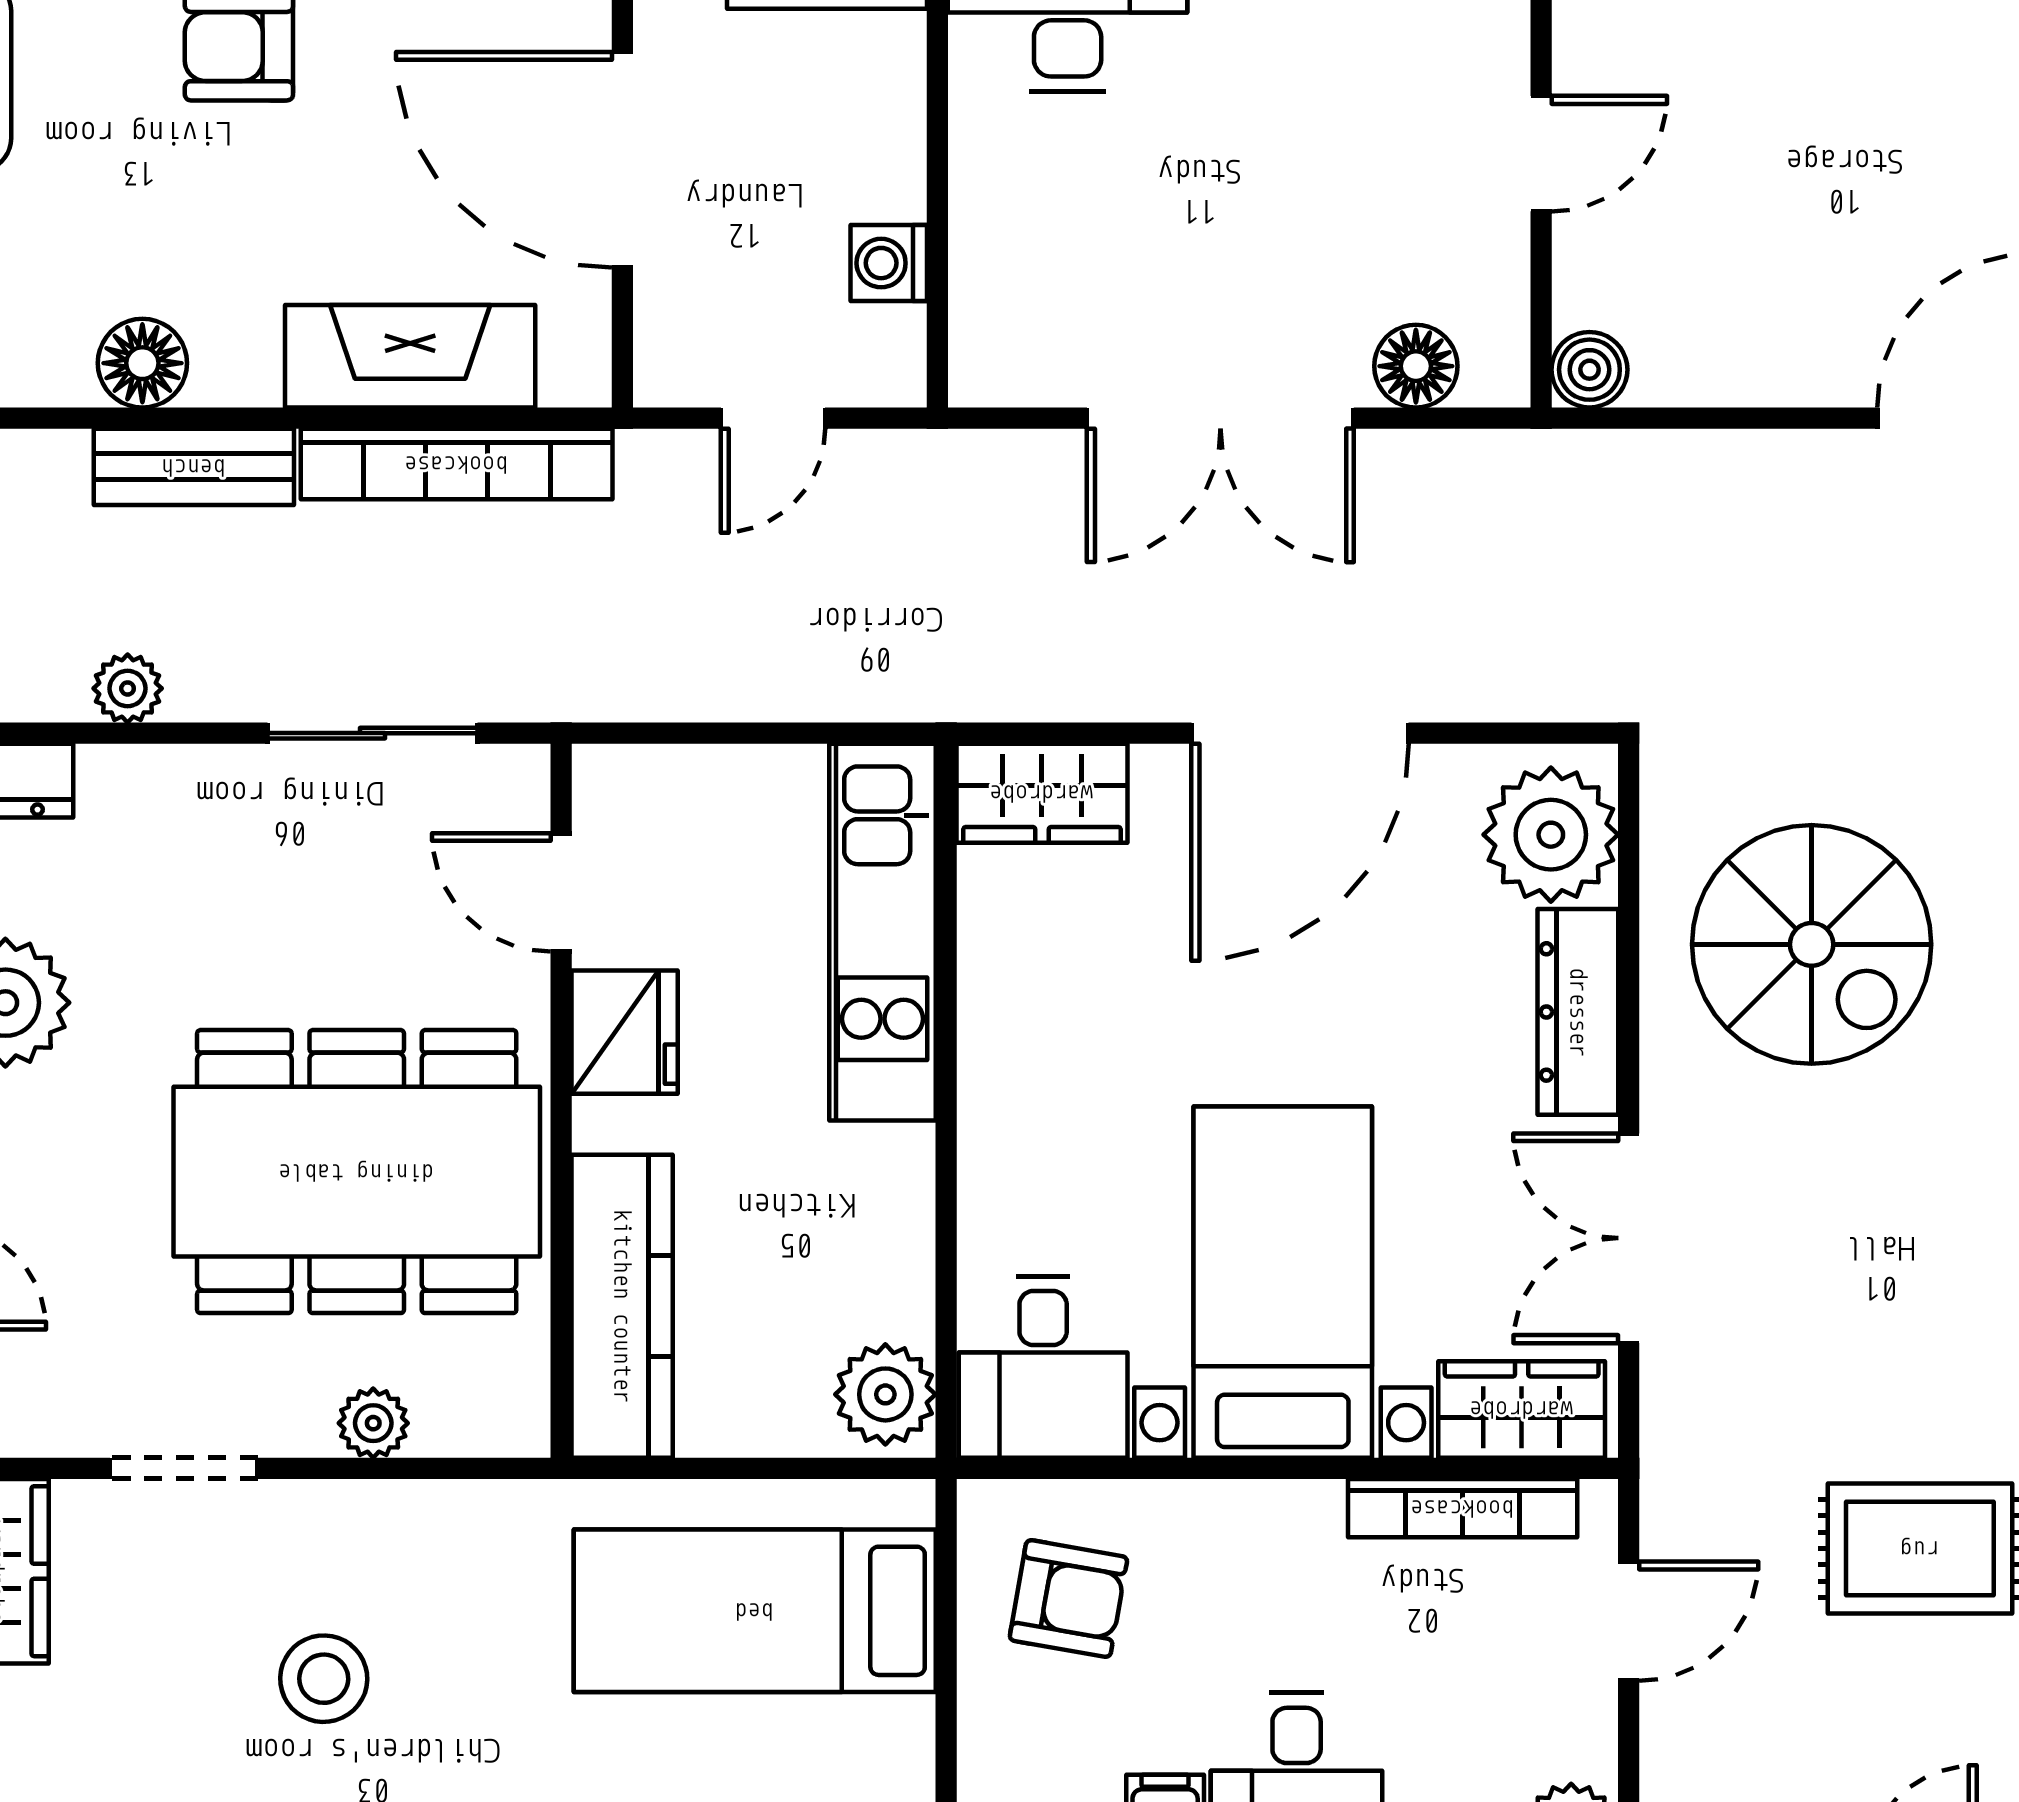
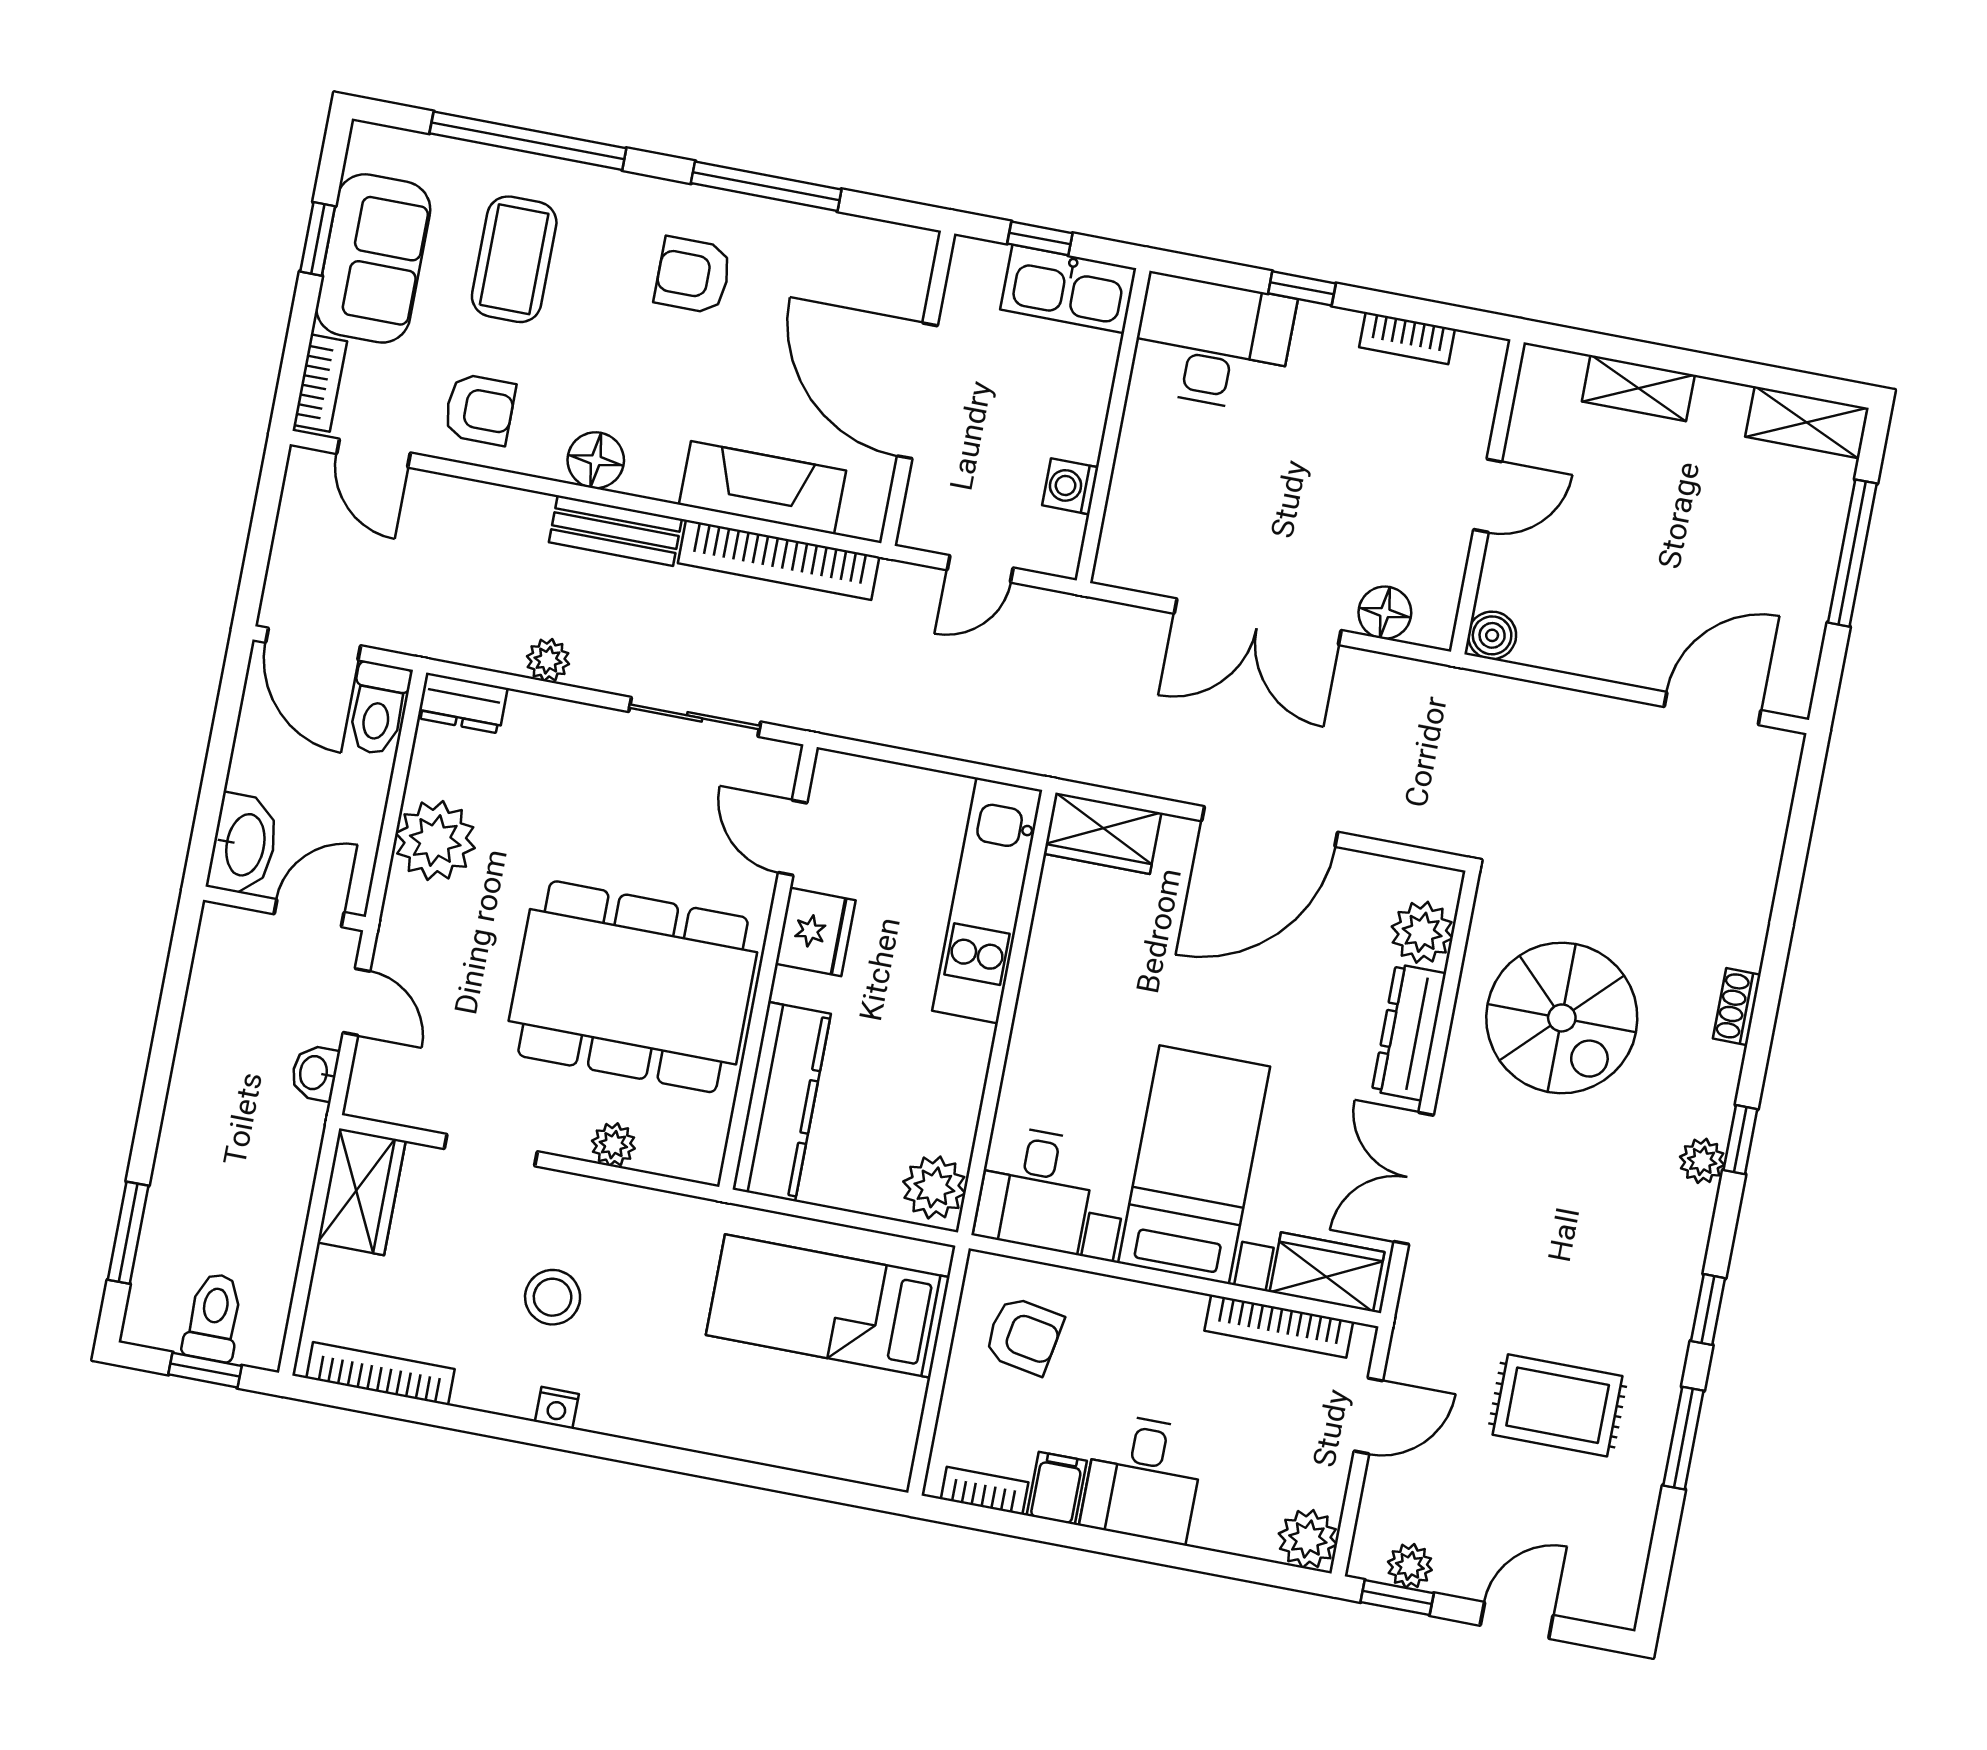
plant: (1551, 835) -> (1422, 932), width x0.73, depth x0.73

